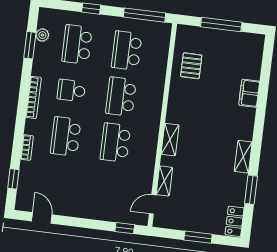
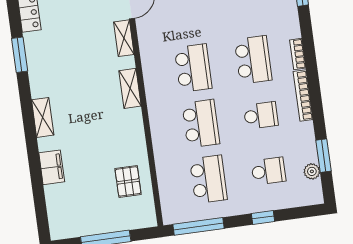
school desk: (77, 44) -> (268, 171), width x0.54
bookcase: (27, 148) -> (298, 54), moved
shelving: (243, 157) -> (43, 117), moved

